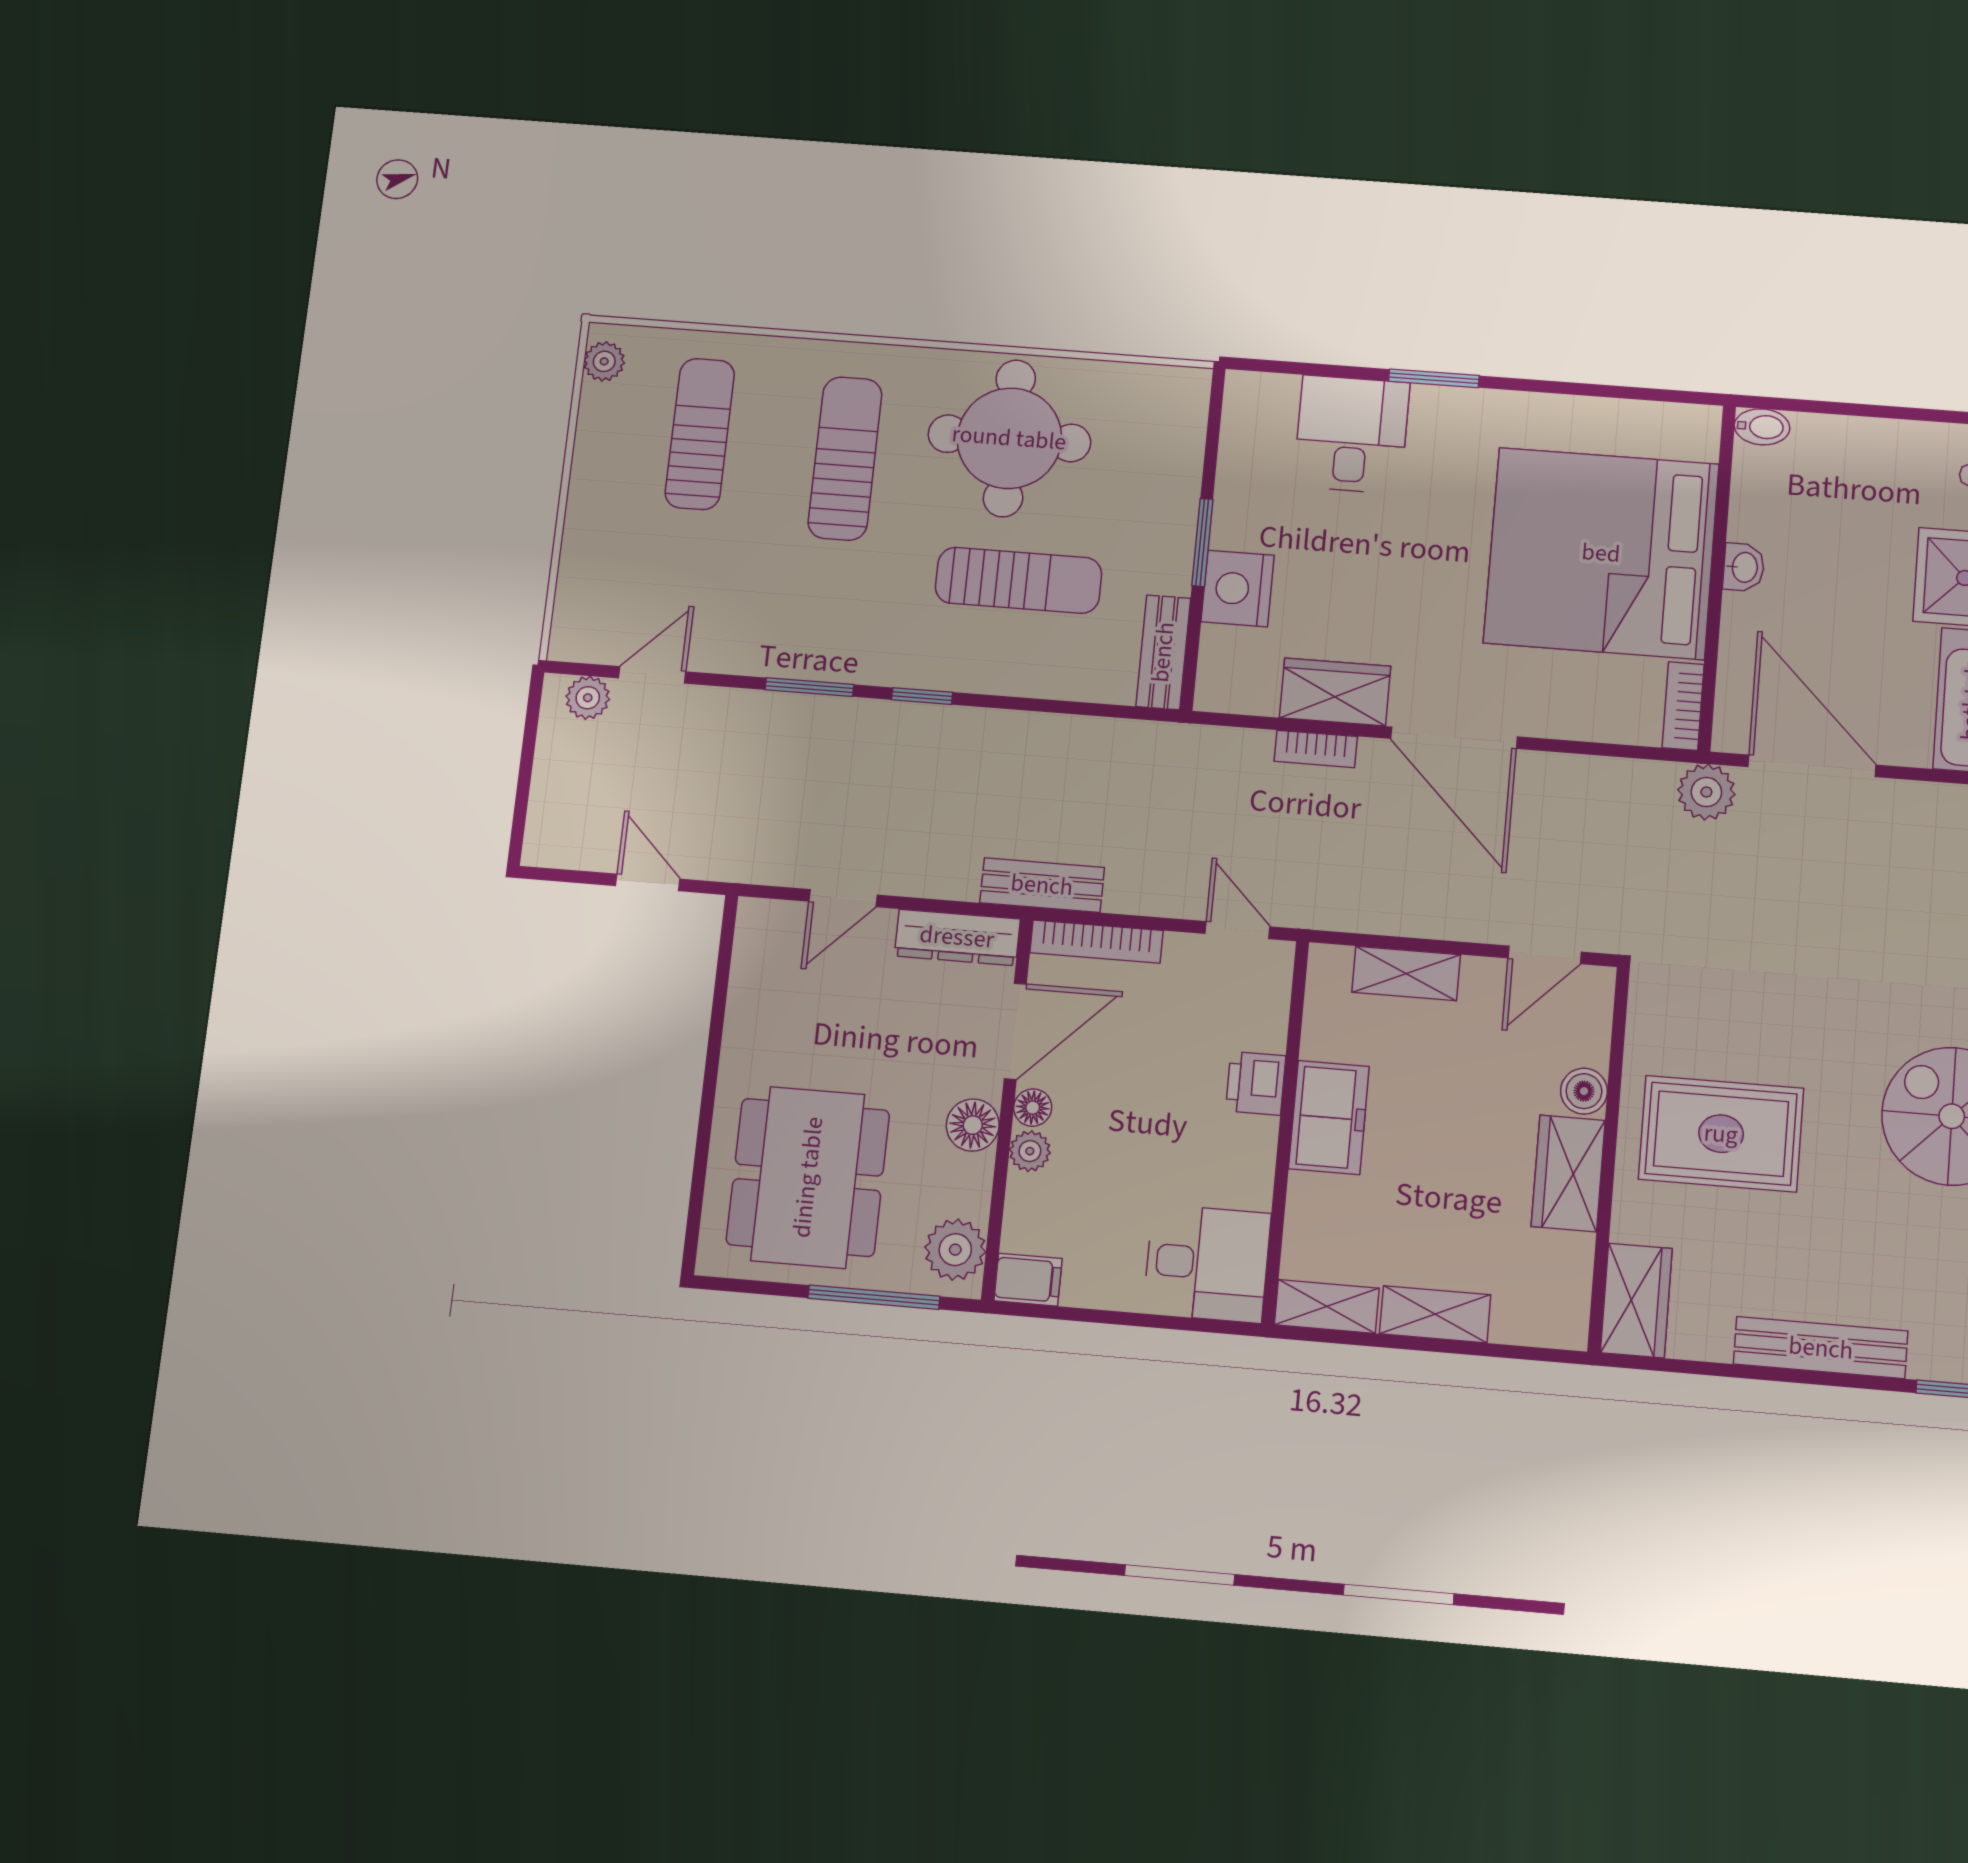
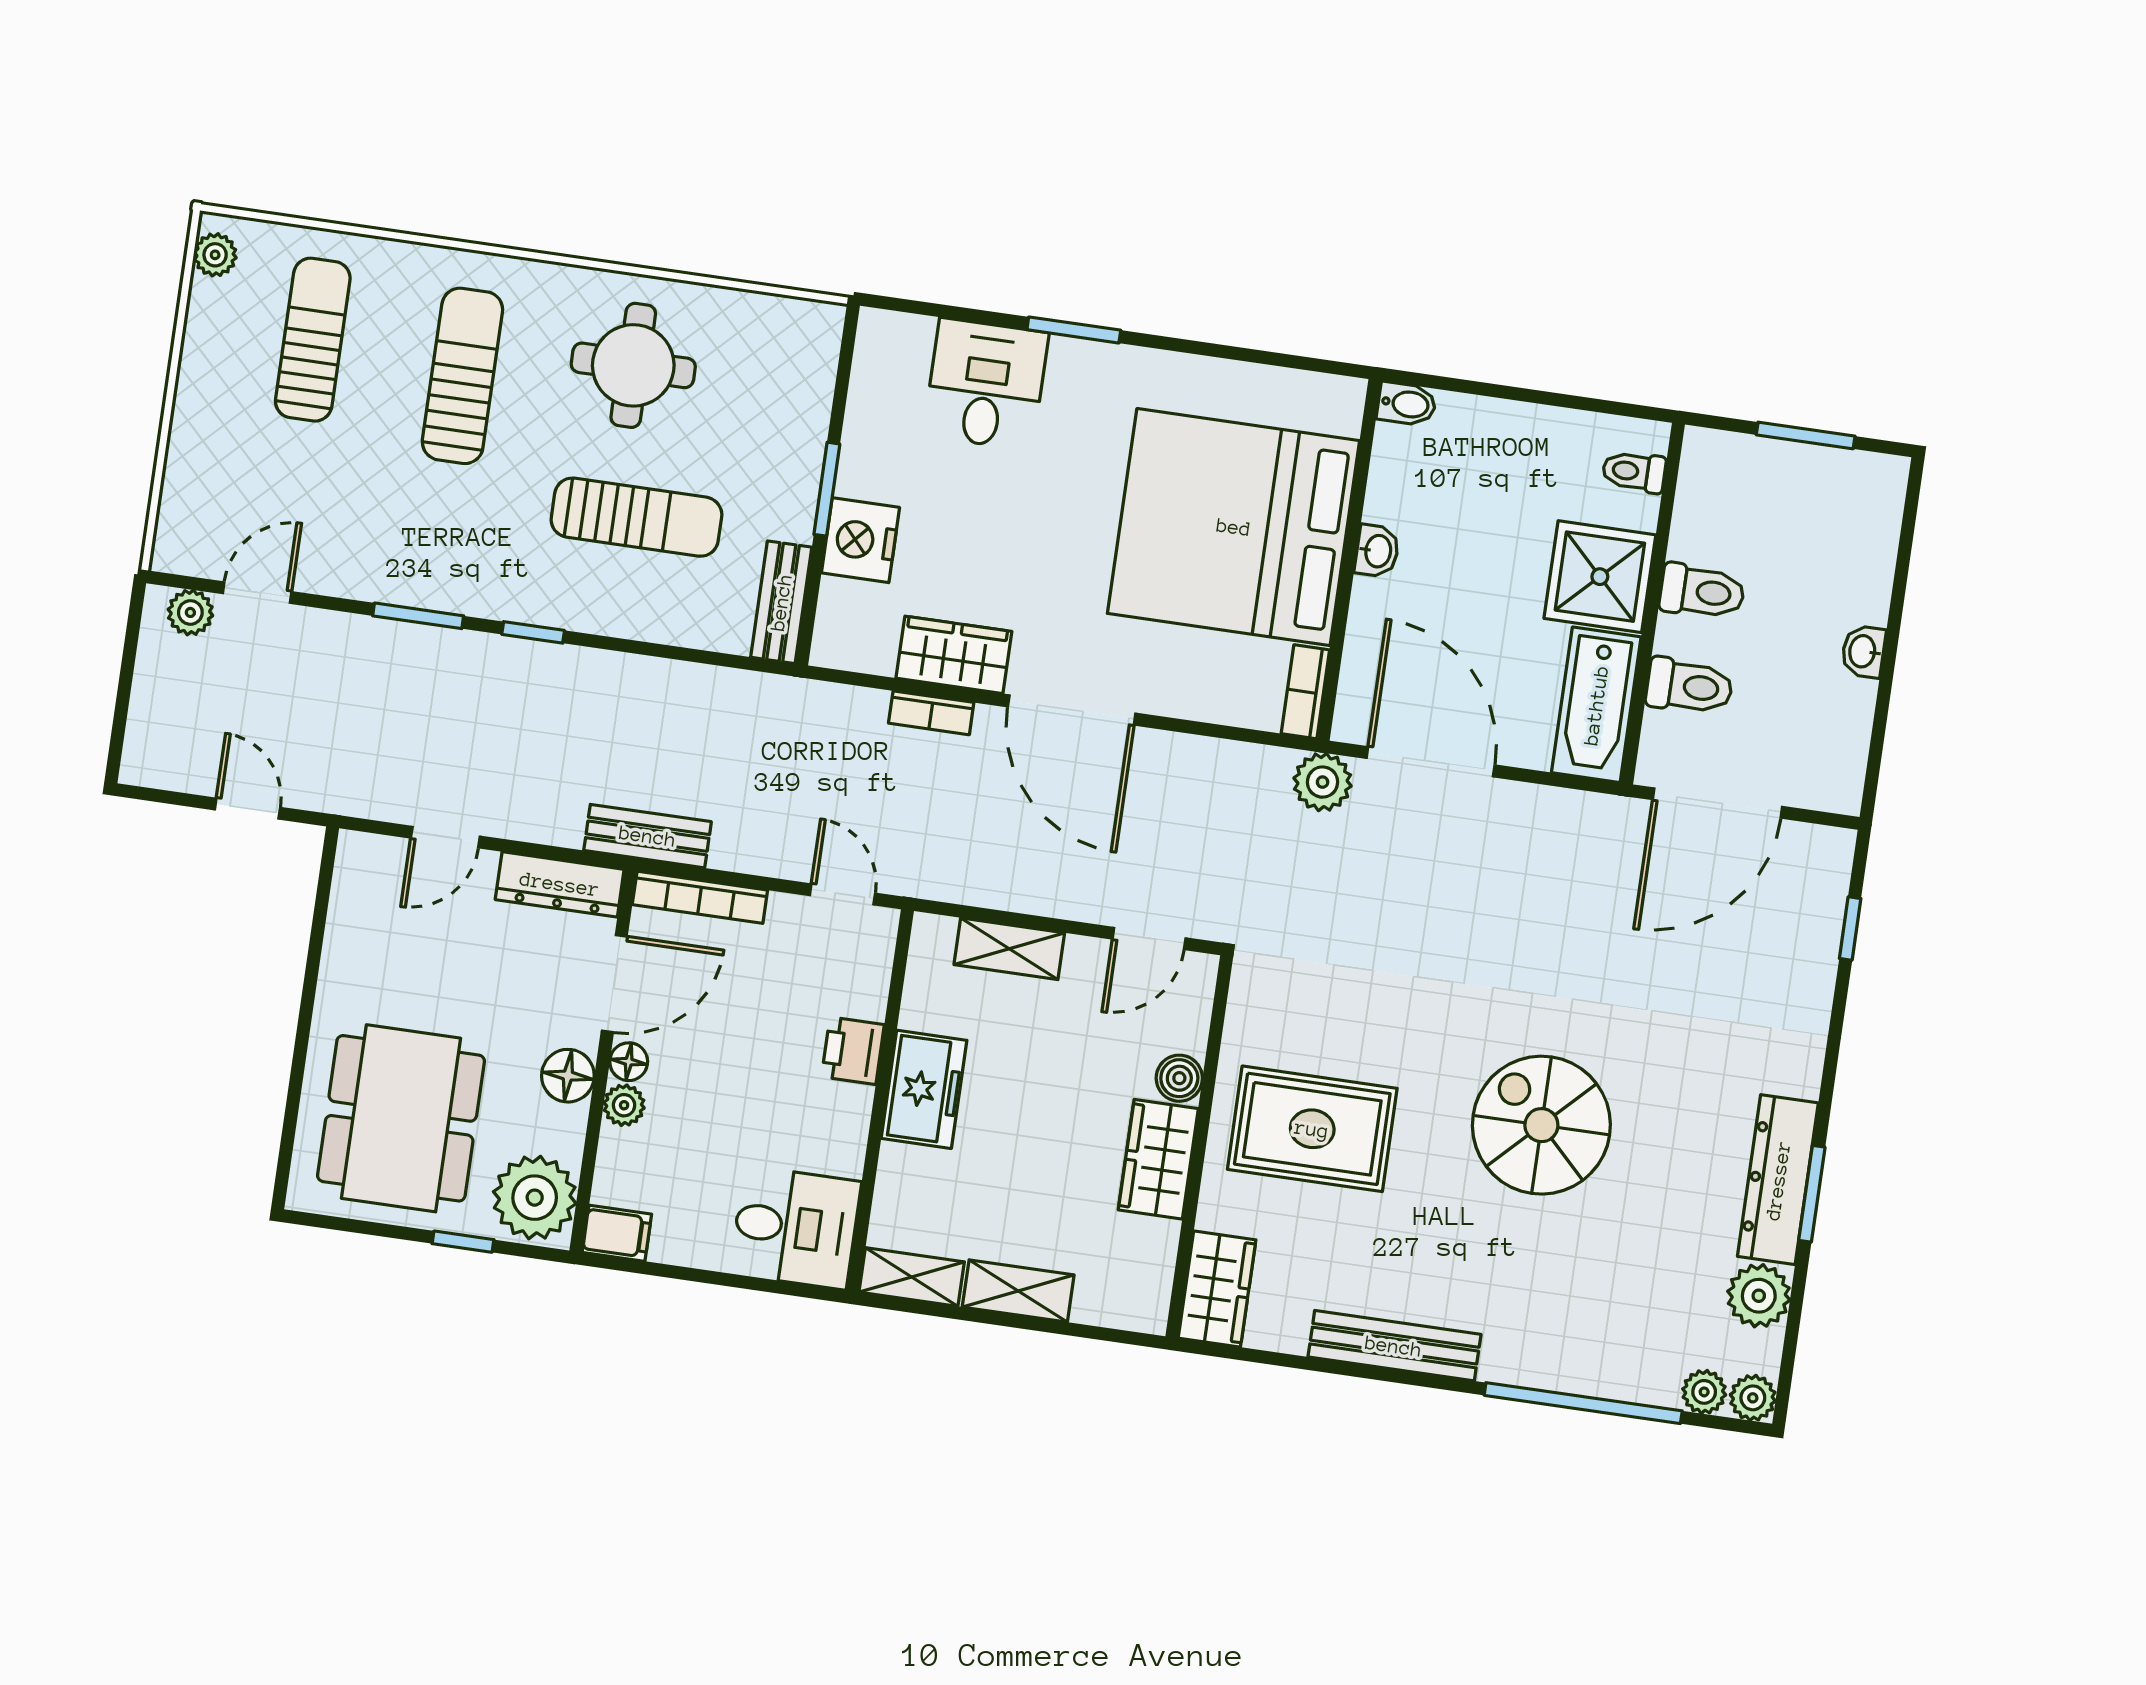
round table: (1009, 438) -> (633, 365), width x0.73, depth x0.73
plant: (955, 1250) -> (535, 1198), width x1.36, depth x1.36
window: (874, 1297) -> (463, 1242), width x0.46

